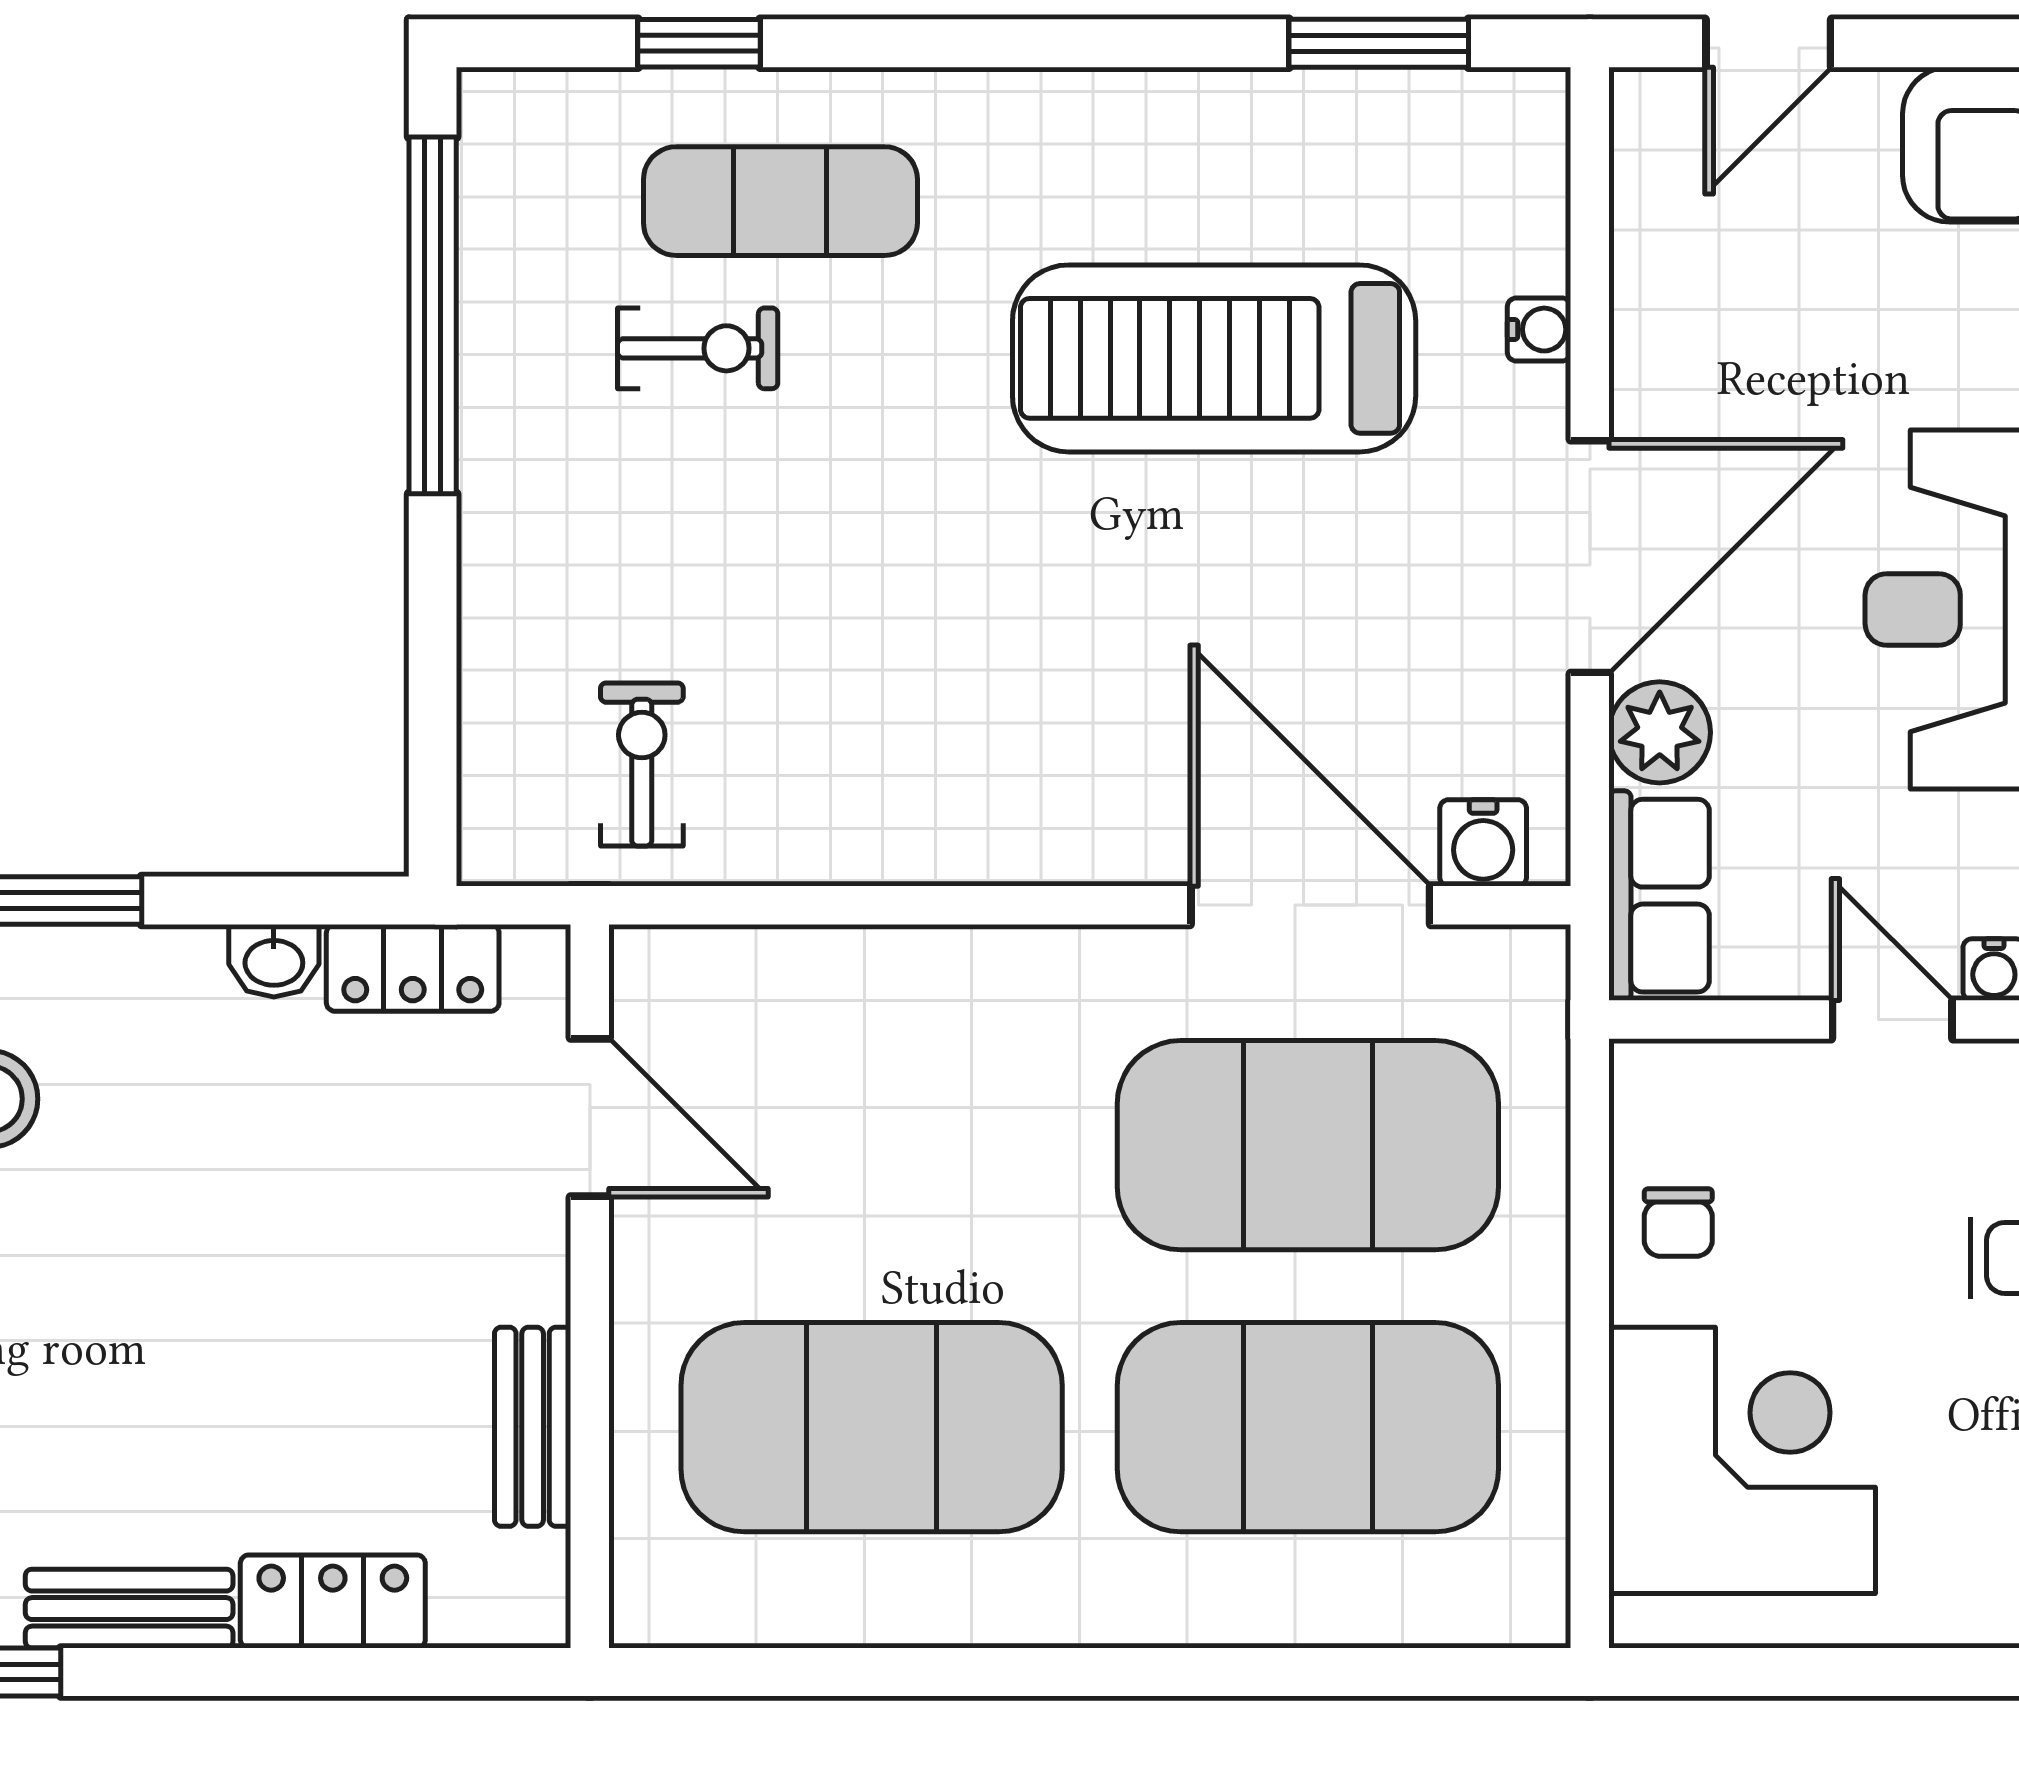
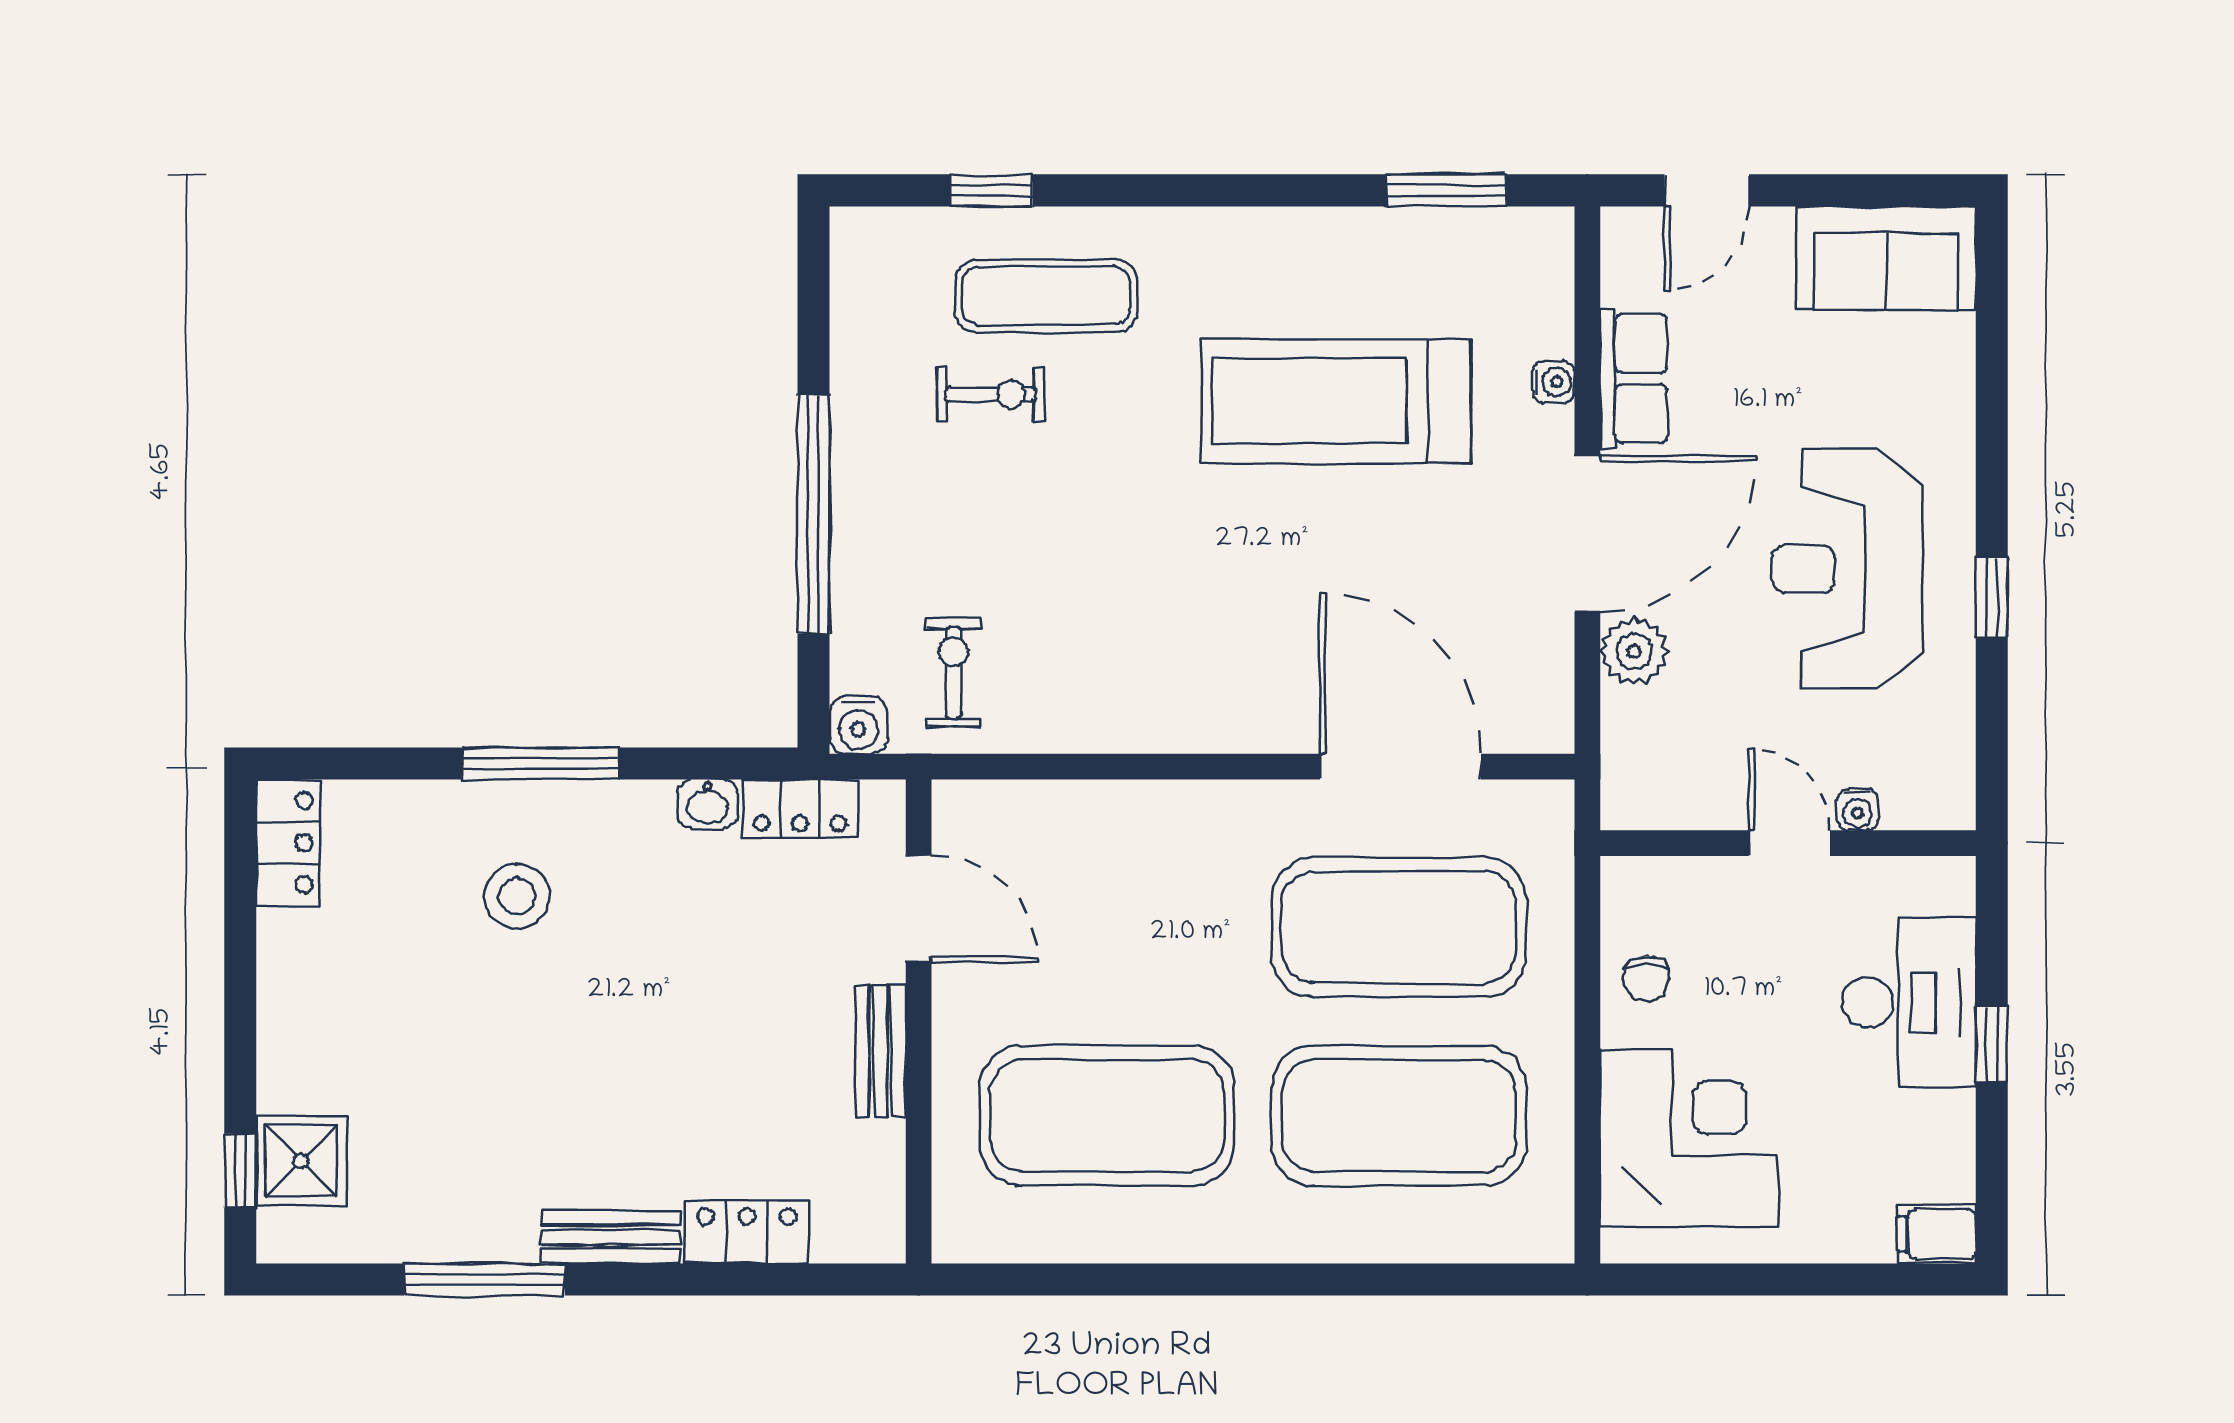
window: (433, 315) -> (813, 514), moved
water cooler: (1483, 843) -> (858, 725), moved
row of seats: (1659, 896) -> (1634, 379), moved
bench: (533, 1427) -> (880, 1051), moved

